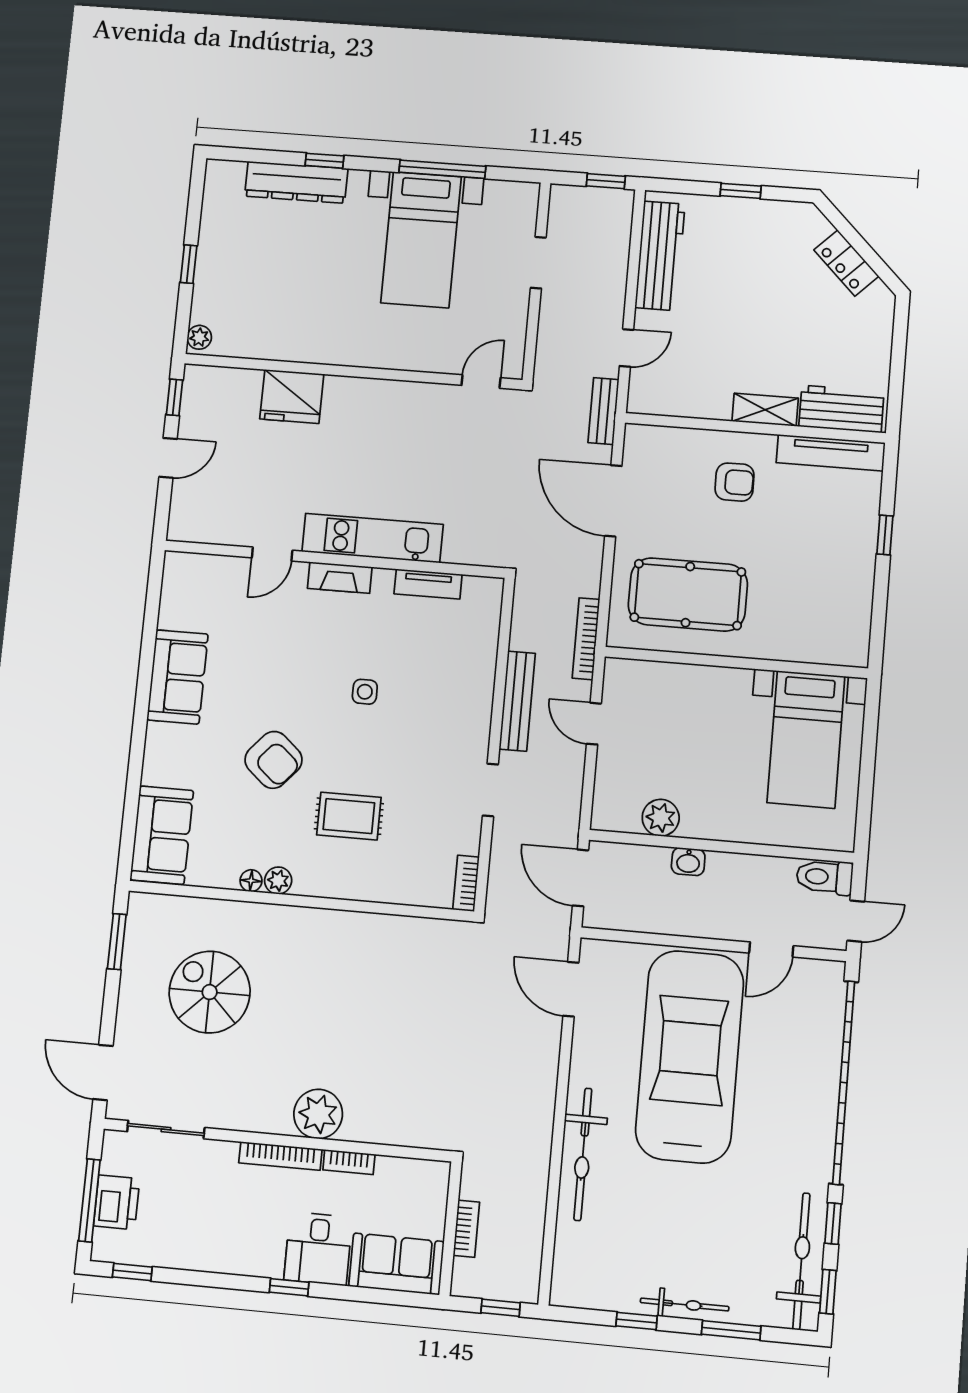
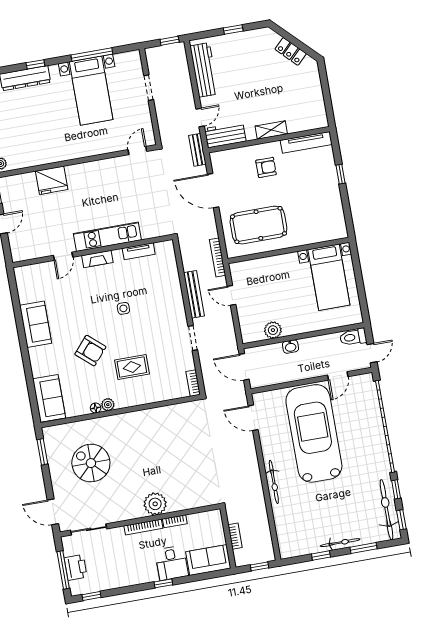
workbench: (841, 409) -> (225, 135), moved
bicycle: (583, 1154) -> (274, 482), width x0.73, depth x0.71

